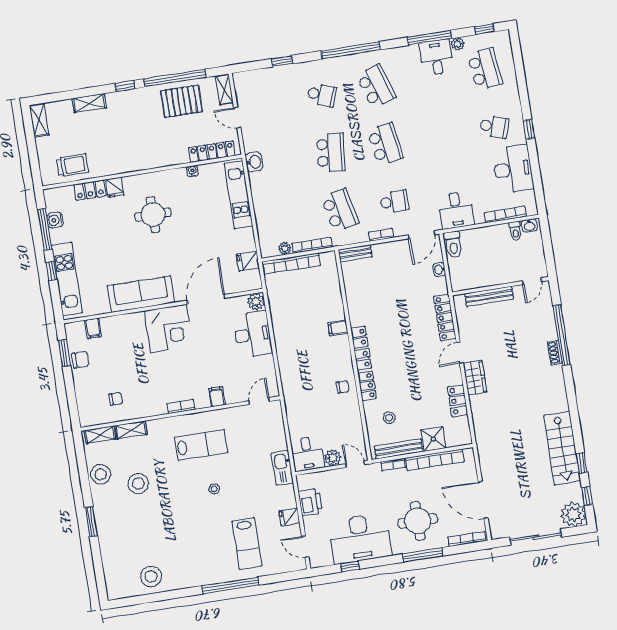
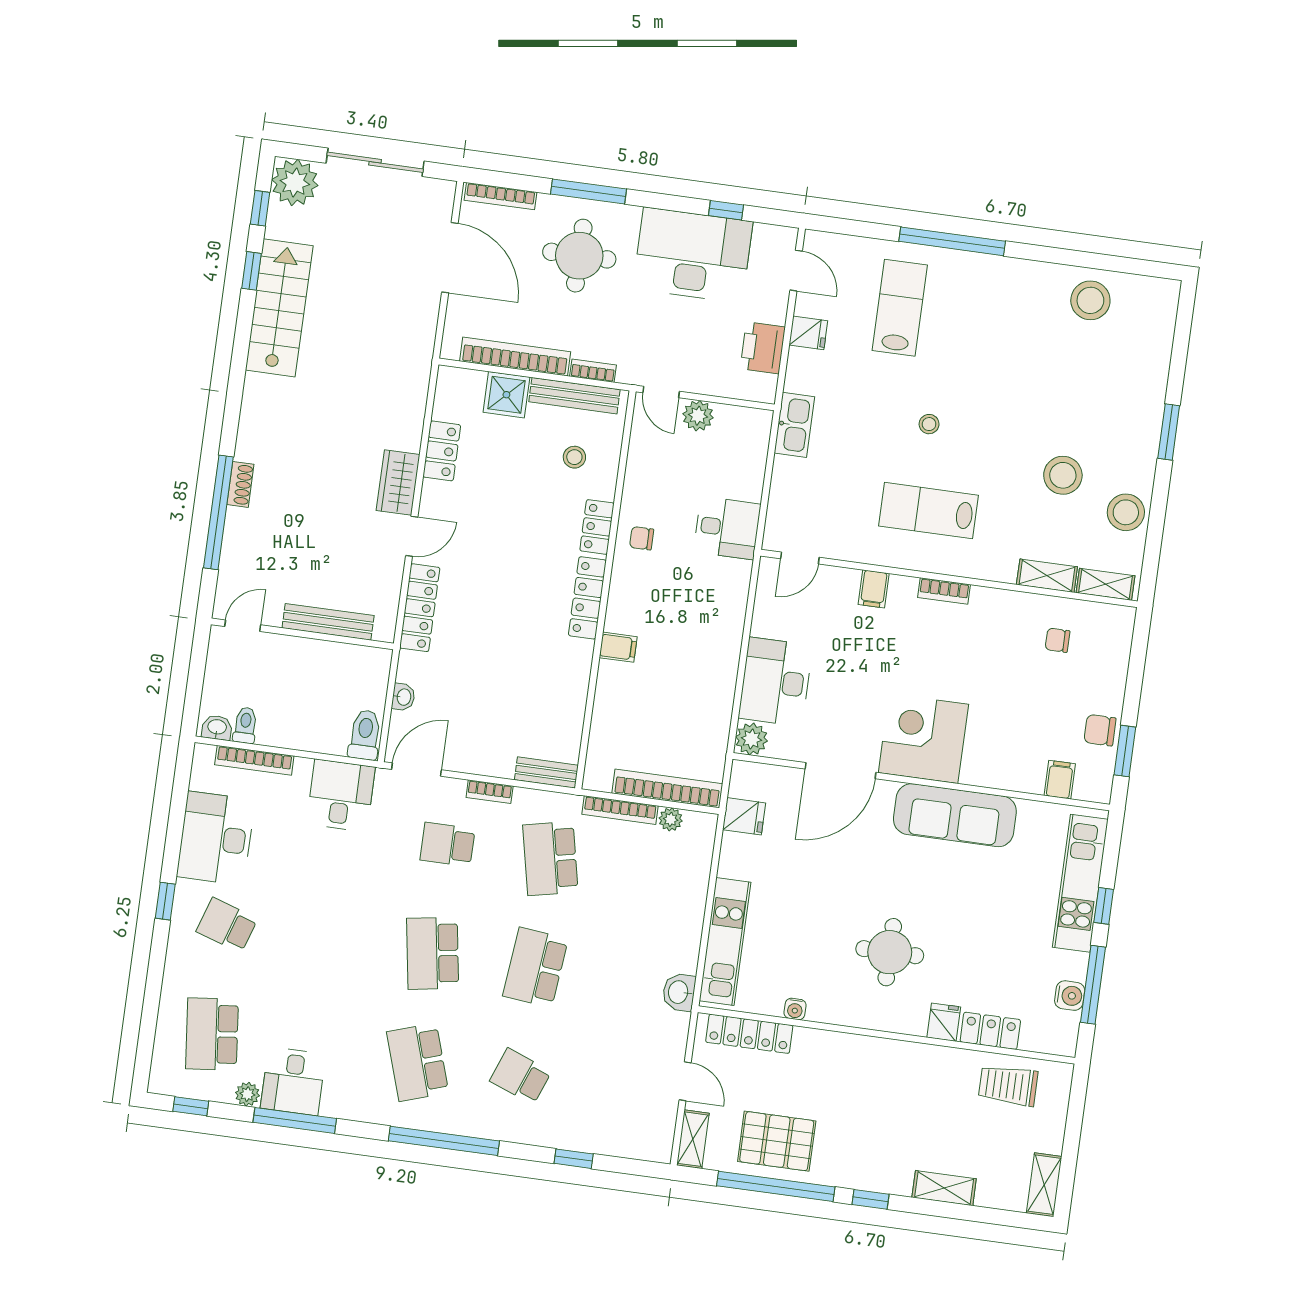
desk: (307, 454) -> (727, 528), moved, turned 90

